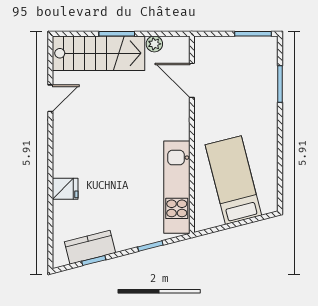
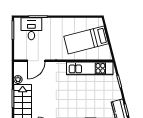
desk: (256, 71) -> (31, 29), added

